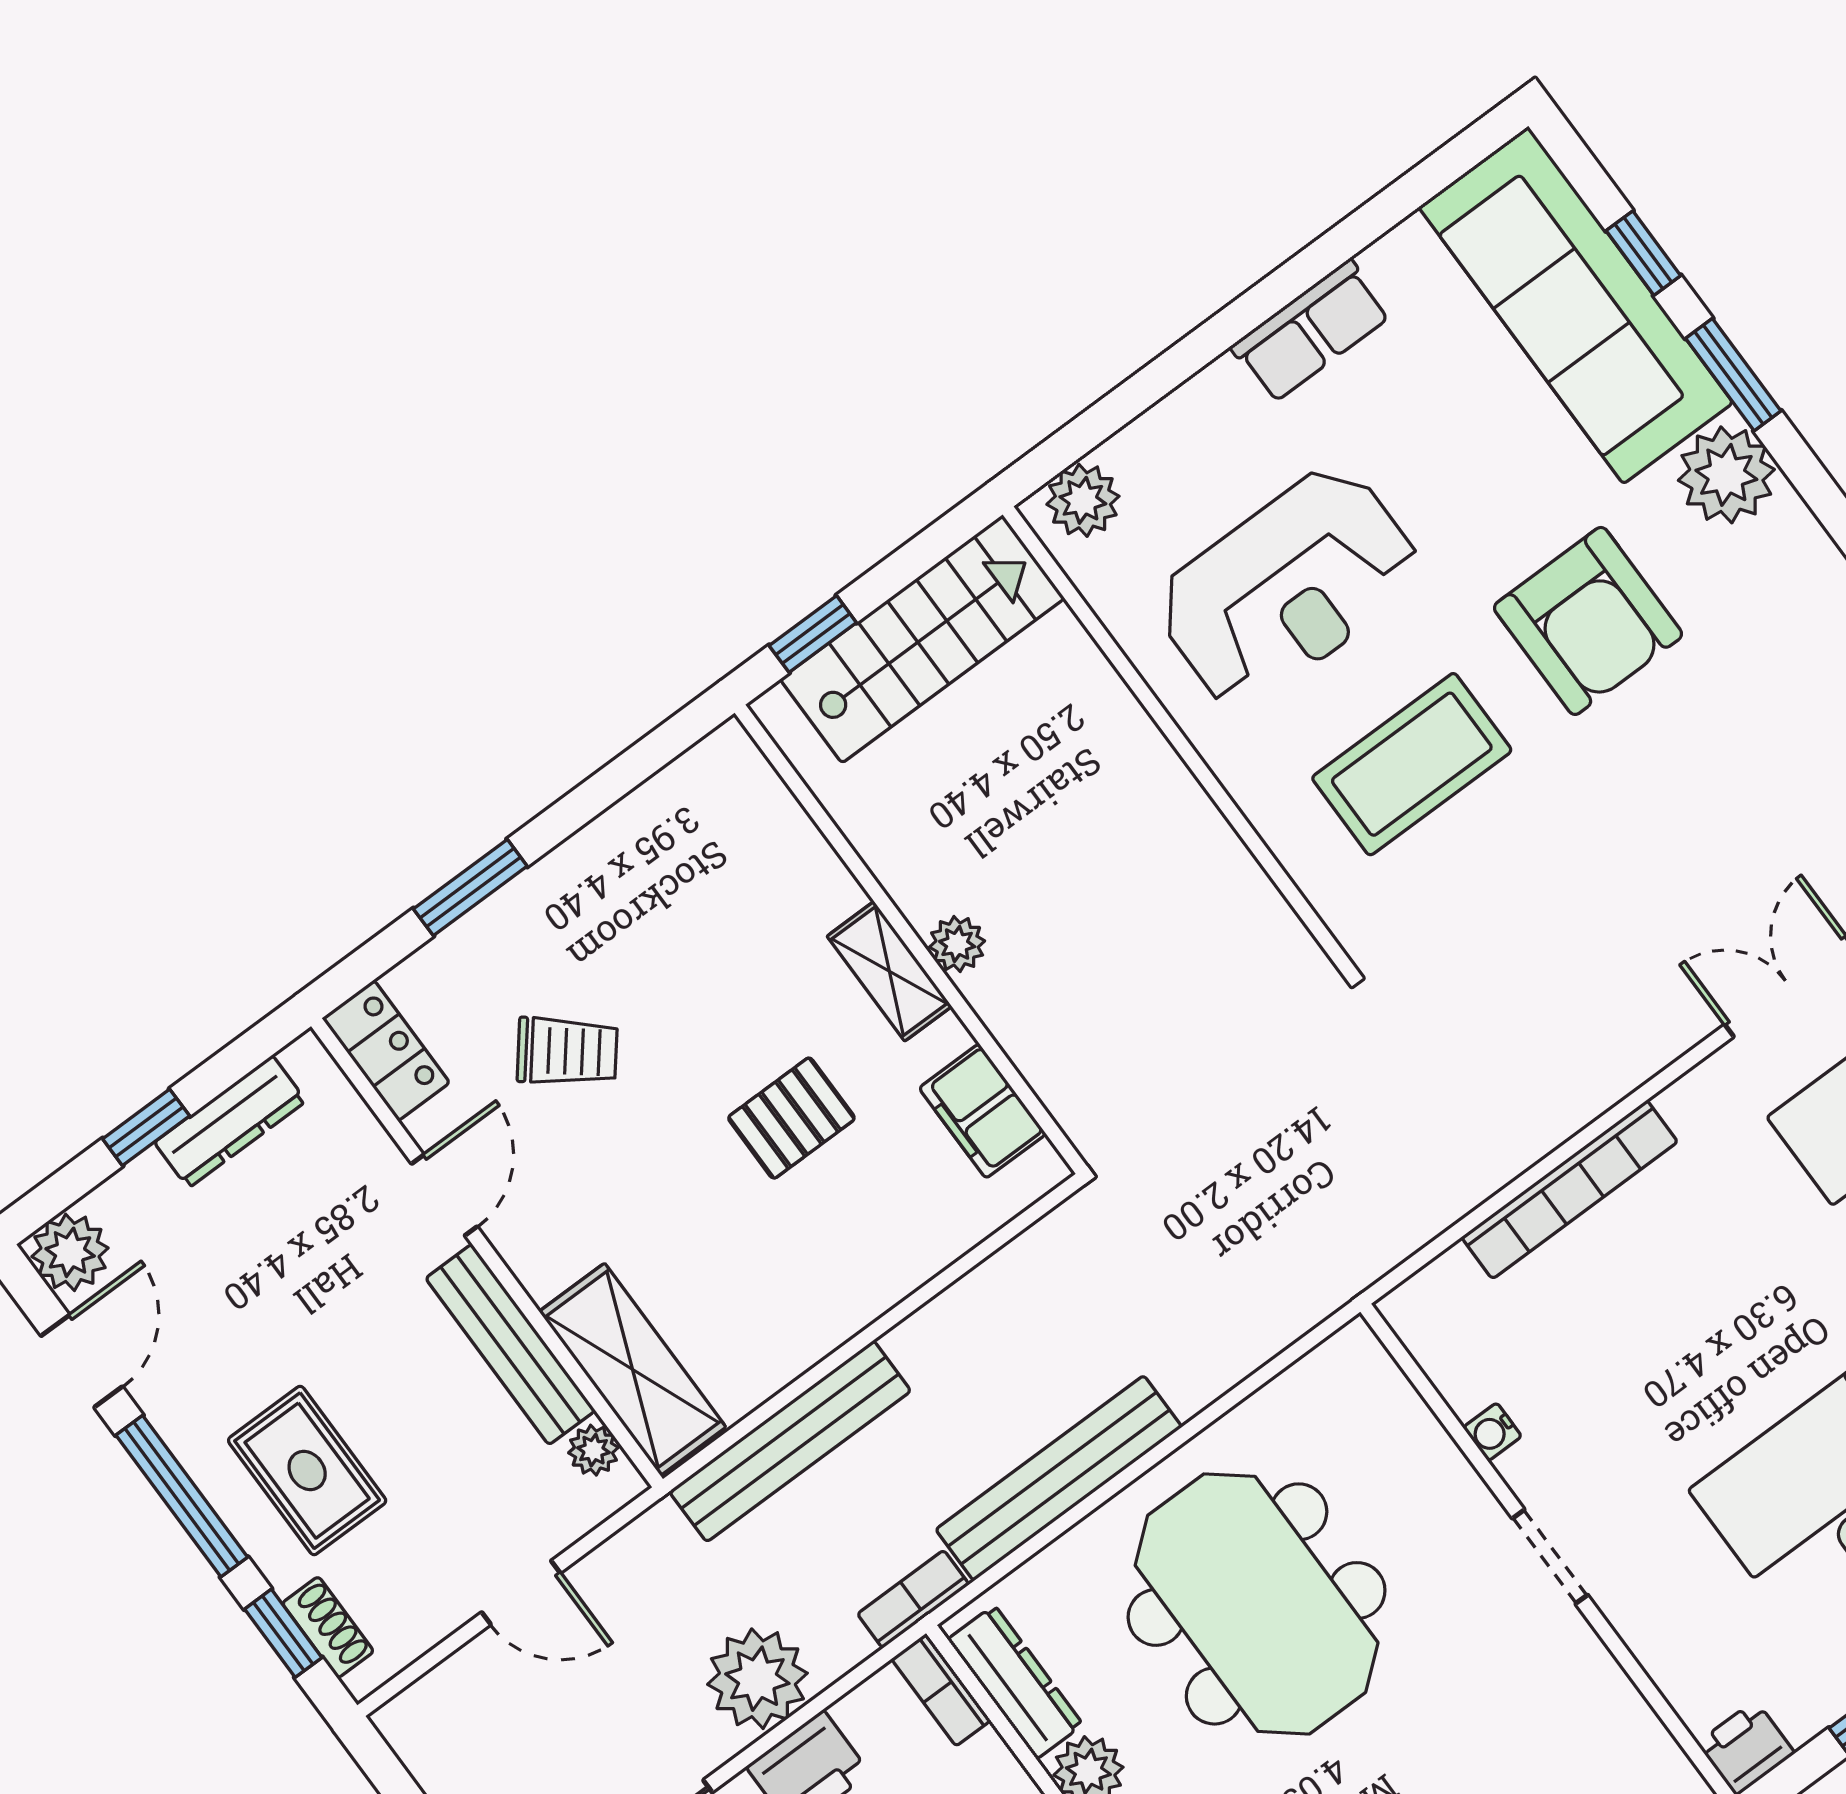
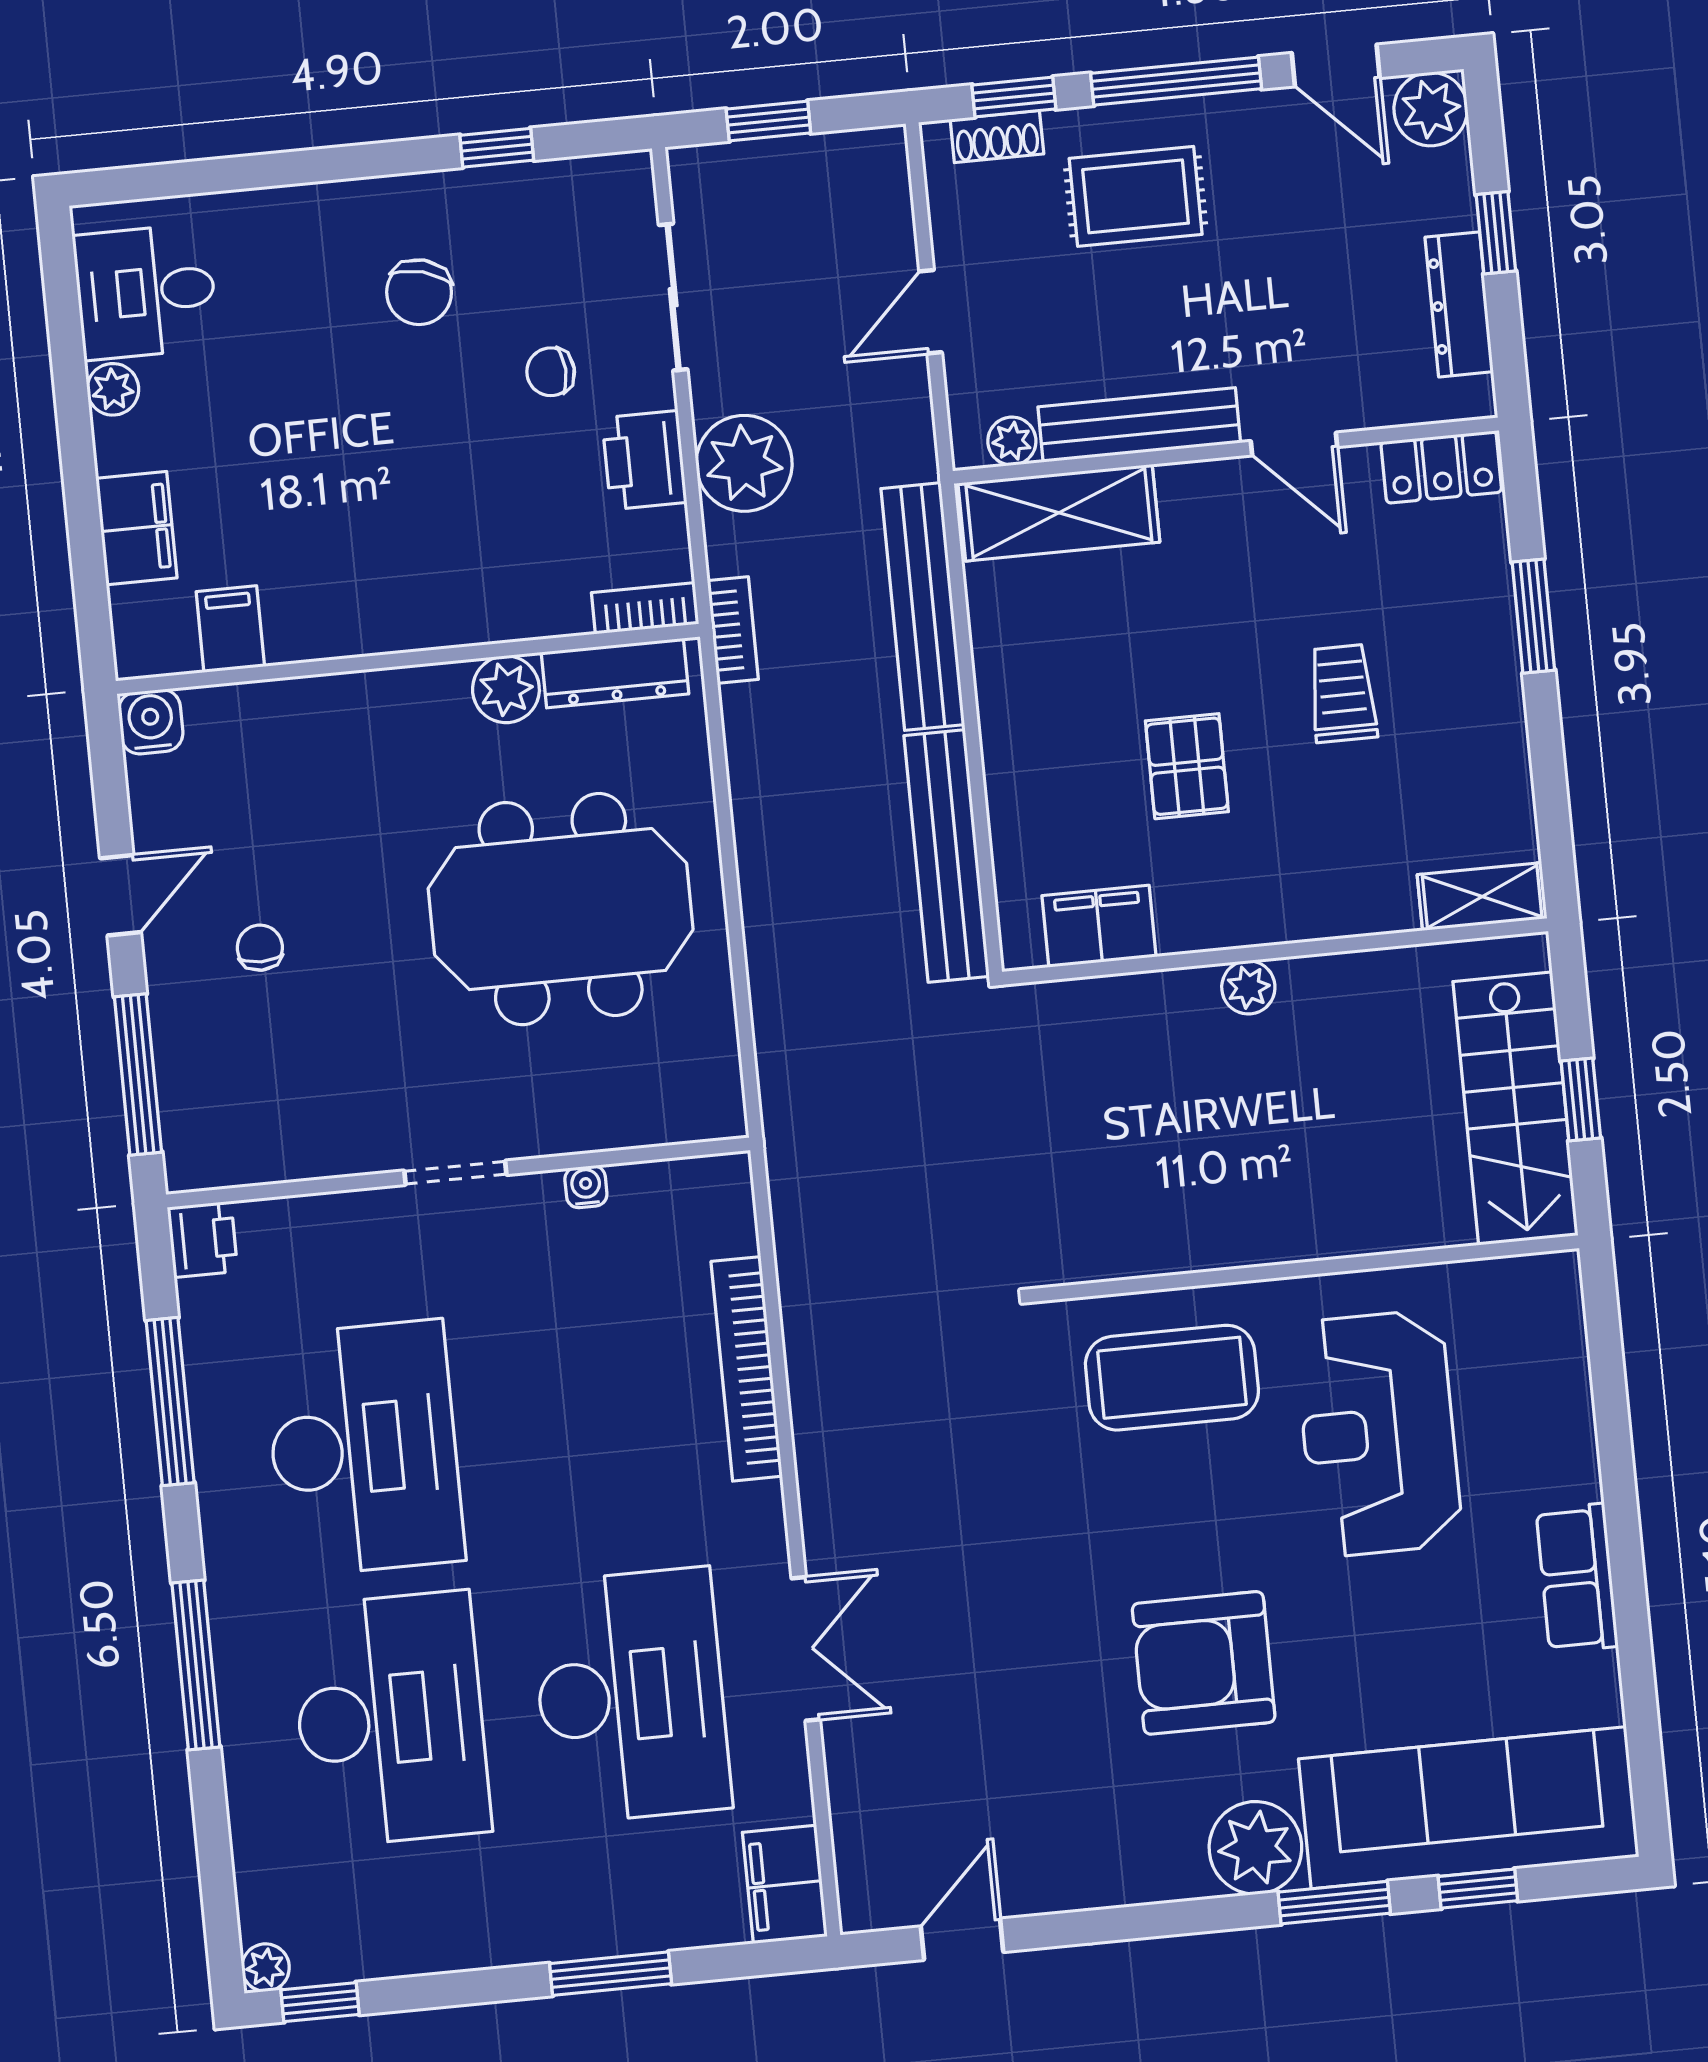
plant: (1083, 500) -> (1550, 1308), removed
window: (813, 634) -> (1581, 1100), moved
coffee table: (1412, 764) -> (1172, 1378), moved, turned 90
shelving: (889, 971) -> (1482, 897), moved
trolley: (567, 1051) -> (1343, 693), moved, turned 141
bench: (1059, 1478) -> (947, 856), moved

